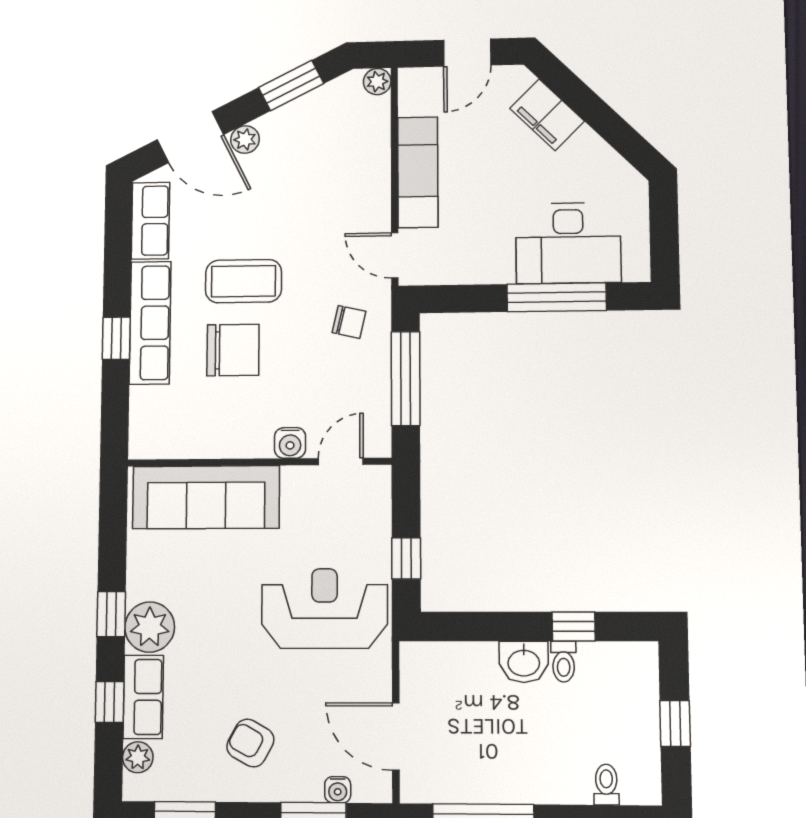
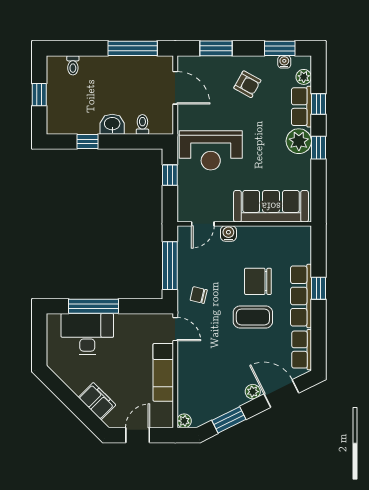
toilet: (564, 662) -> (142, 124), moved
water cooler: (338, 790) -> (284, 62), moved

